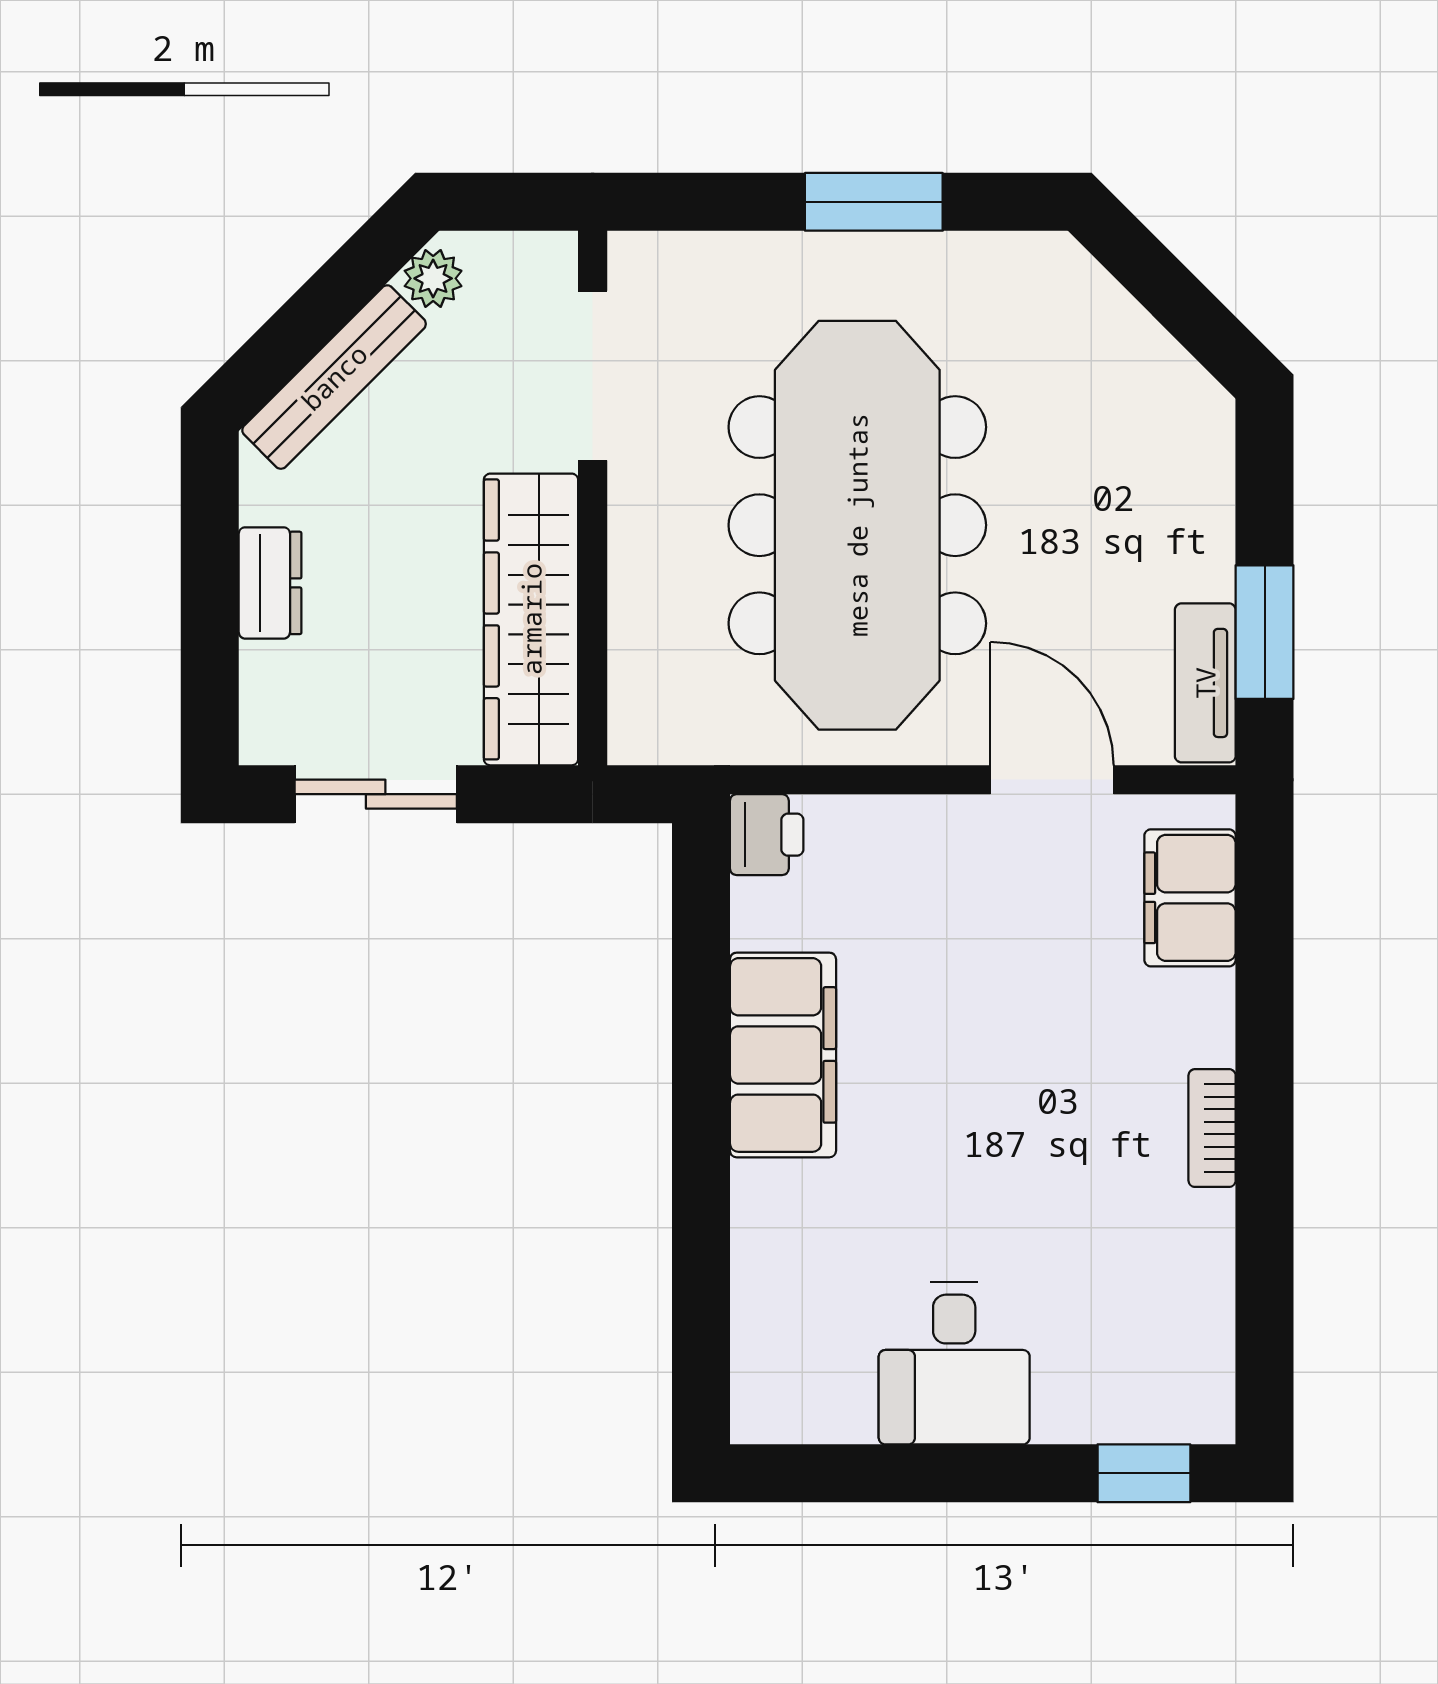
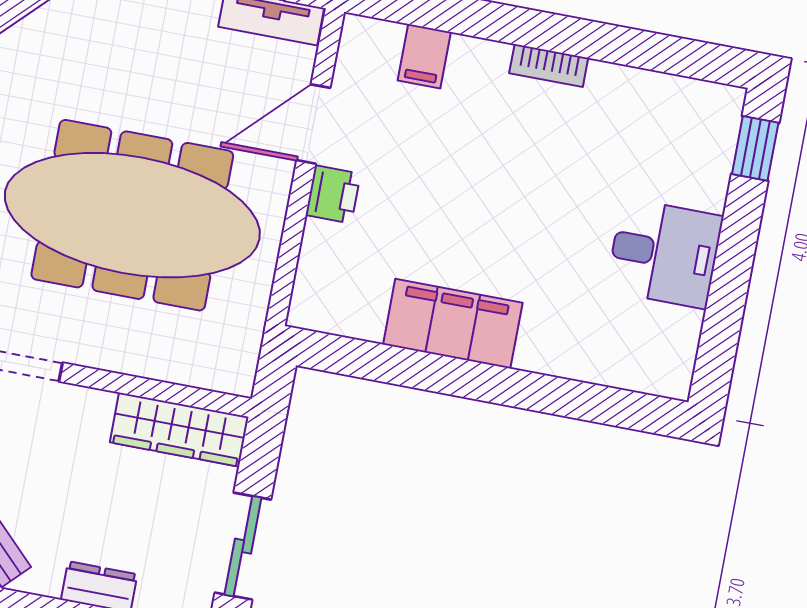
wardrobe: (531, 619) -> (179, 430), width x0.71, depth x0.85
printer: (767, 835) -> (333, 194), moved, turned 90
filing cabinet: (1190, 898) -> (424, 56), width x0.50

